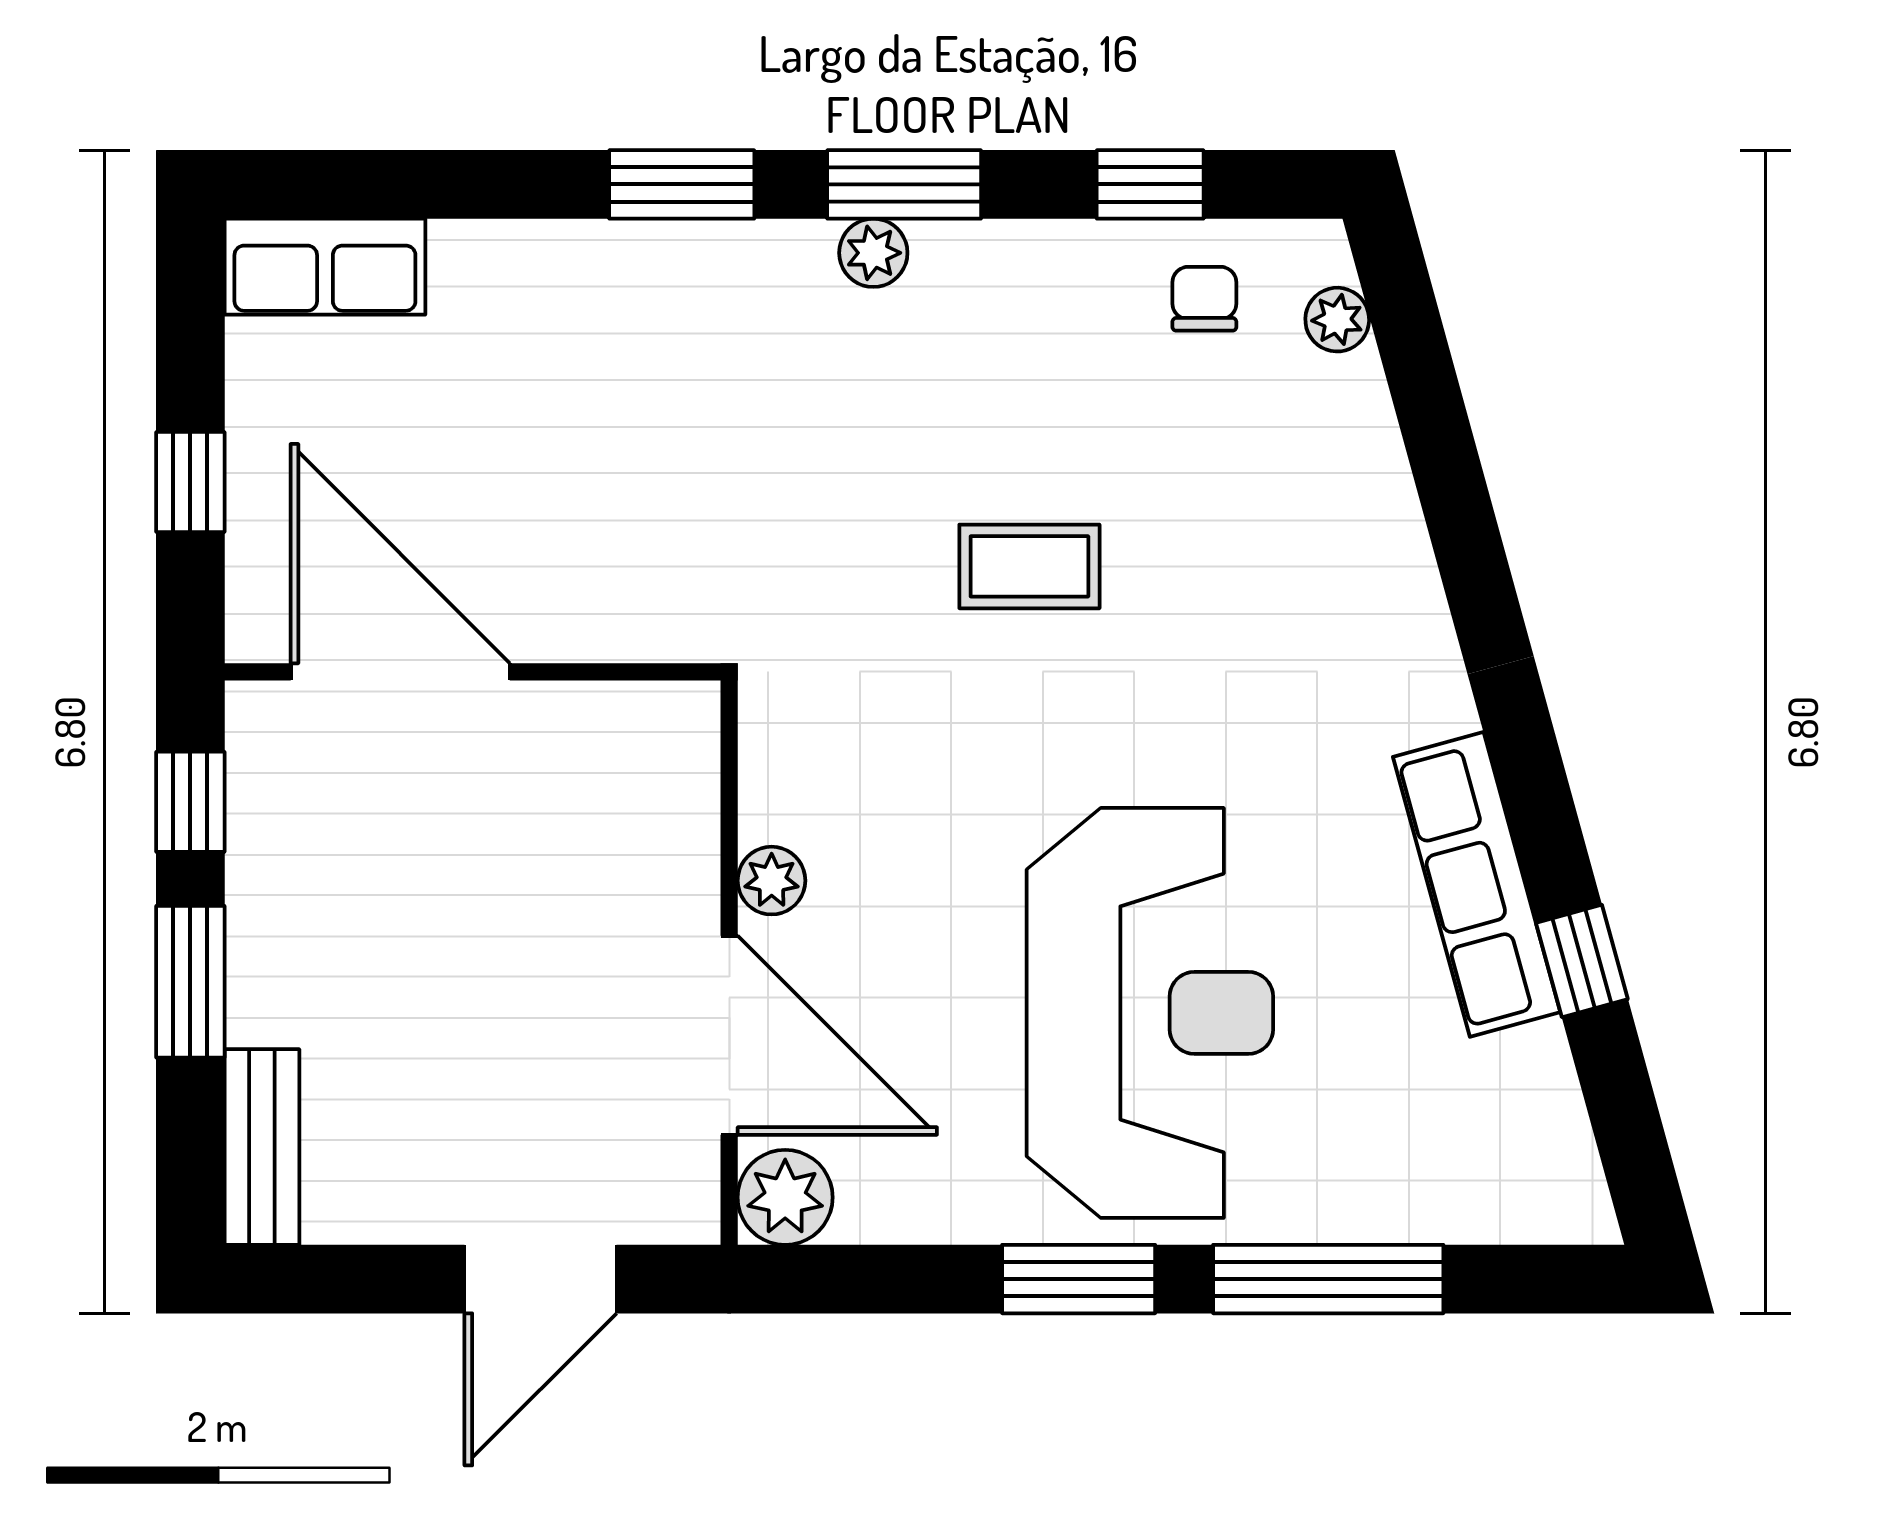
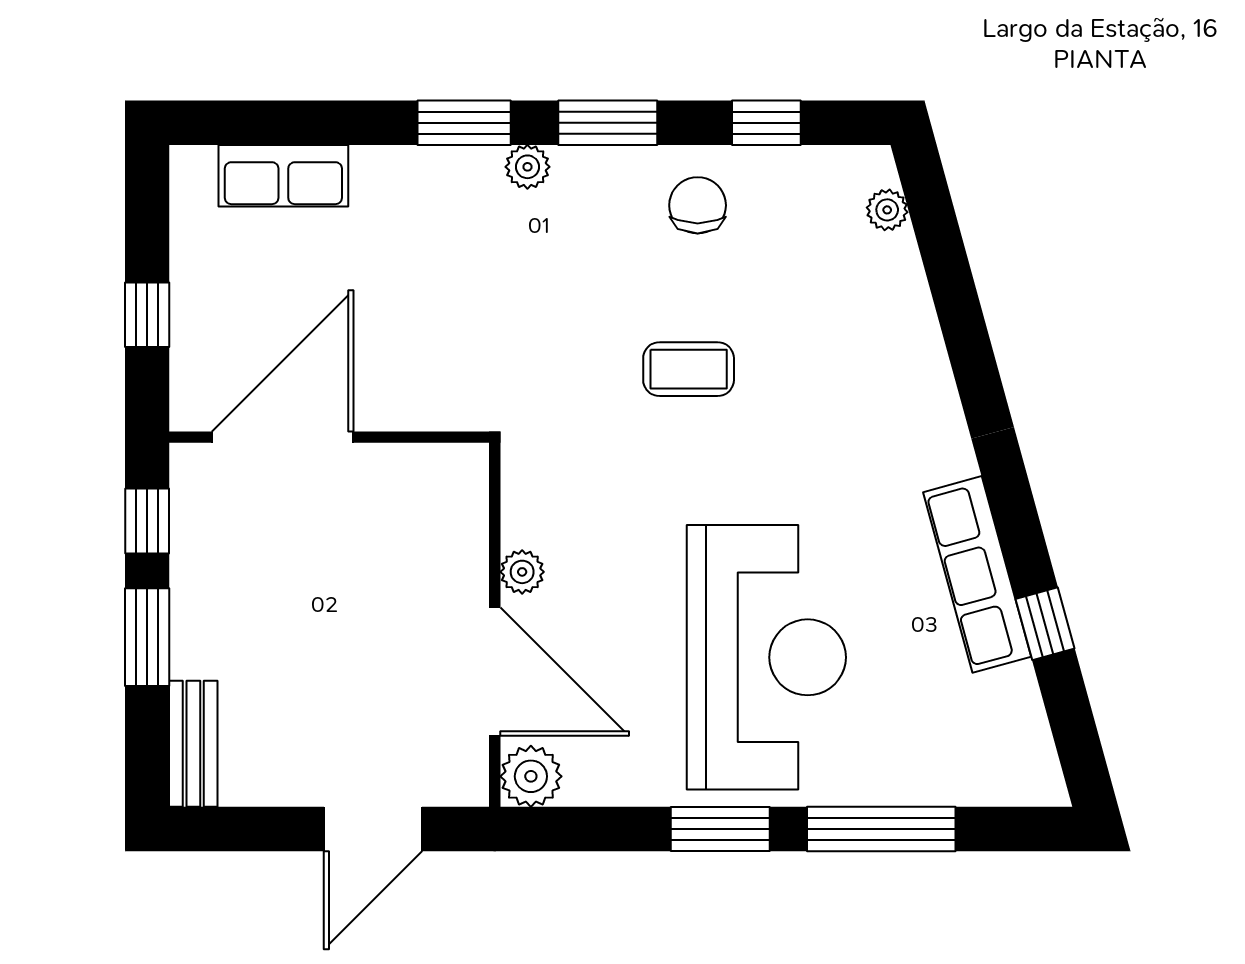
plant: (873, 253) -> (527, 167), moved
row of seats: (325, 267) -> (283, 176), moved
chair: (1204, 299) -> (698, 205), moved, width x1.37, depth x1.37
door: (400, 672) -> (283, 437), hinge flipped

